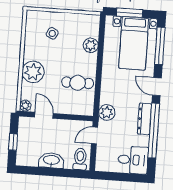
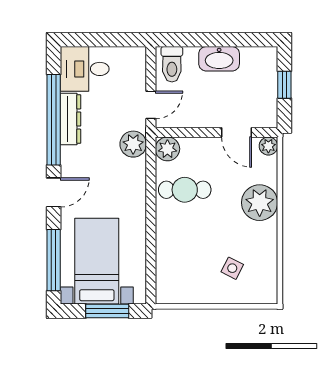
plant: (91, 45) -> (167, 149), moved
door: (157, 87) -> (54, 192), hinge flipped
dresser: (144, 119) -> (71, 119), moved

